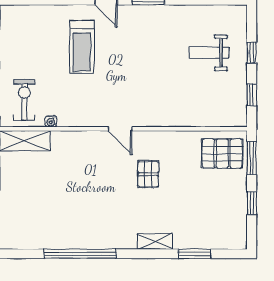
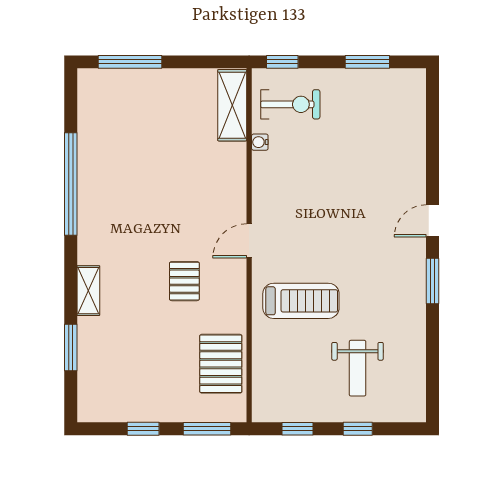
treadmill: (82, 47) -> (301, 301), moved, turned 180
weight bench: (209, 53) -> (358, 368), turned 180
pallet: (222, 154) -> (221, 364), moved
pallet: (148, 174) -> (184, 281), turned 90

